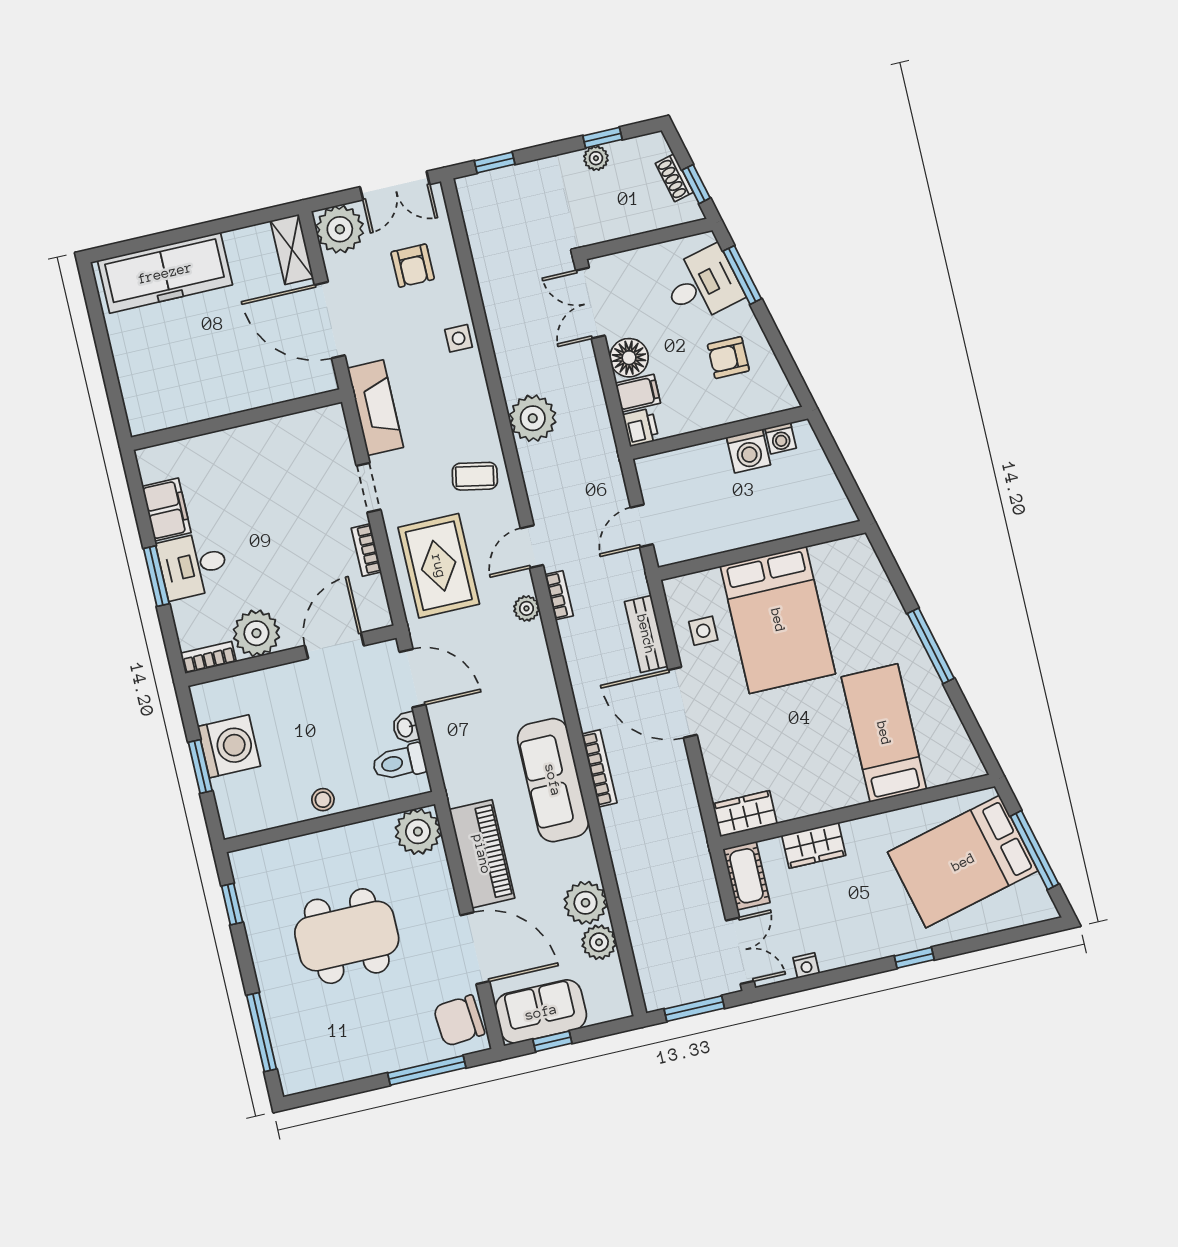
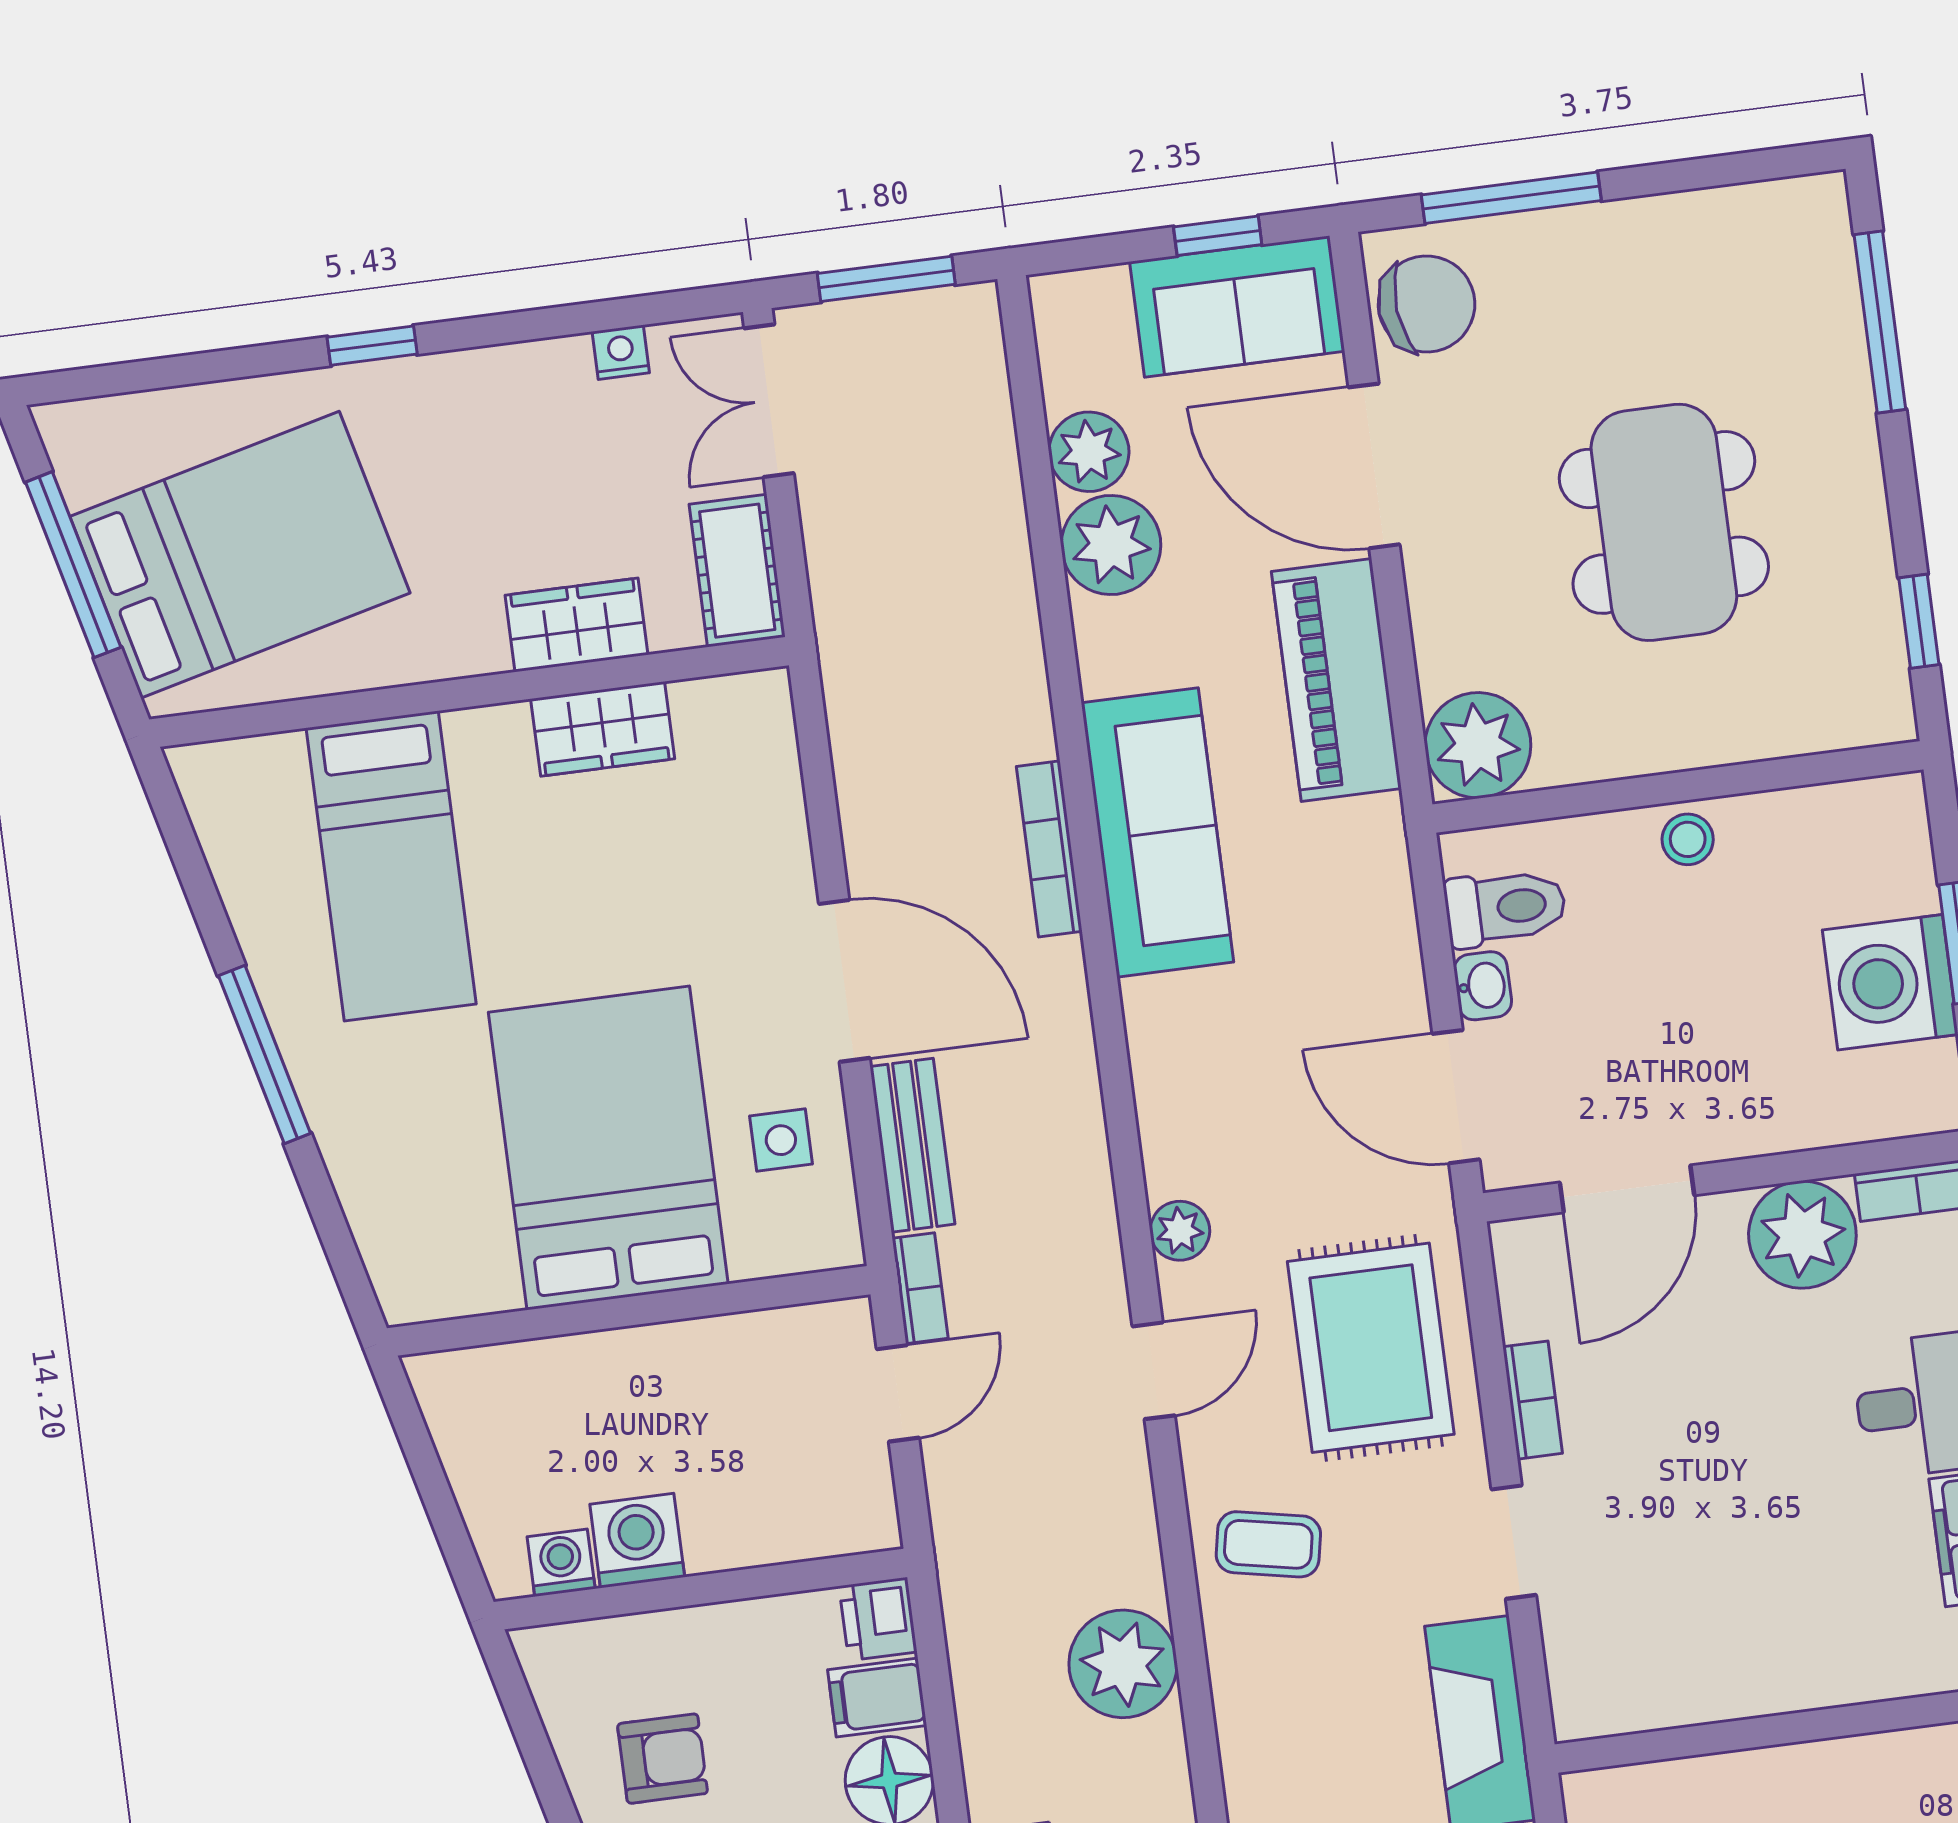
bookcase: (559, 595) -> (920, 1288), moved, turned 180
wardrobe: (745, 814) -> (603, 729), moved
dining table: (347, 936) -> (1664, 522), turned 90

